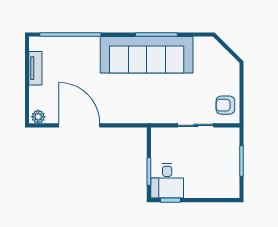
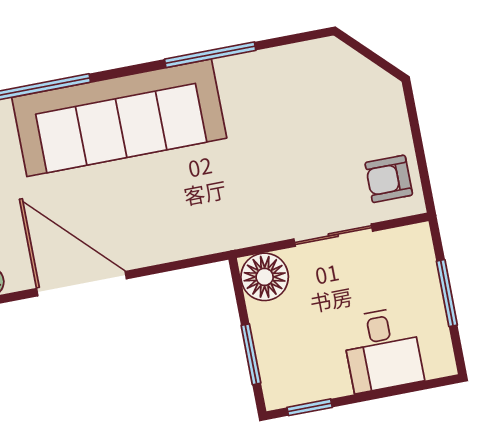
sofa: (147, 55) -> (119, 118), moved
floor lamp: (162, 138) -> (265, 277), added
desk: (167, 181) -> (383, 350), moved

